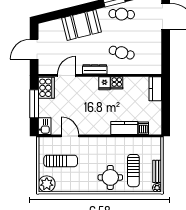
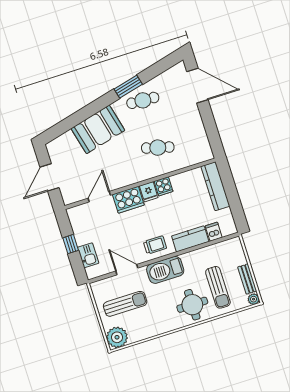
dresser: (95, 69) -> (131, 178), removed
cooker: (46, 88) -> (128, 200), moved, turned 90
kitchen counter: (155, 89) -> (215, 186), width x1.50
window: (34, 104) -> (71, 244), width x0.46
trolley: (97, 124) -> (155, 245), added
kitchen sink: (45, 126) -> (88, 255), moved
barbecue: (98, 145) -> (165, 270), added

